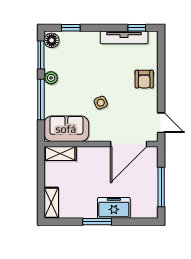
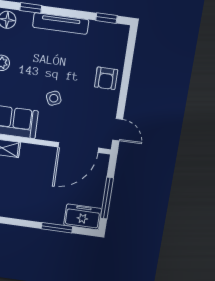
tv unit: (124, 37) -> (61, 23), moved
freezer: (114, 208) -> (83, 217), moved
window: (97, 222) -> (57, 228), moved

